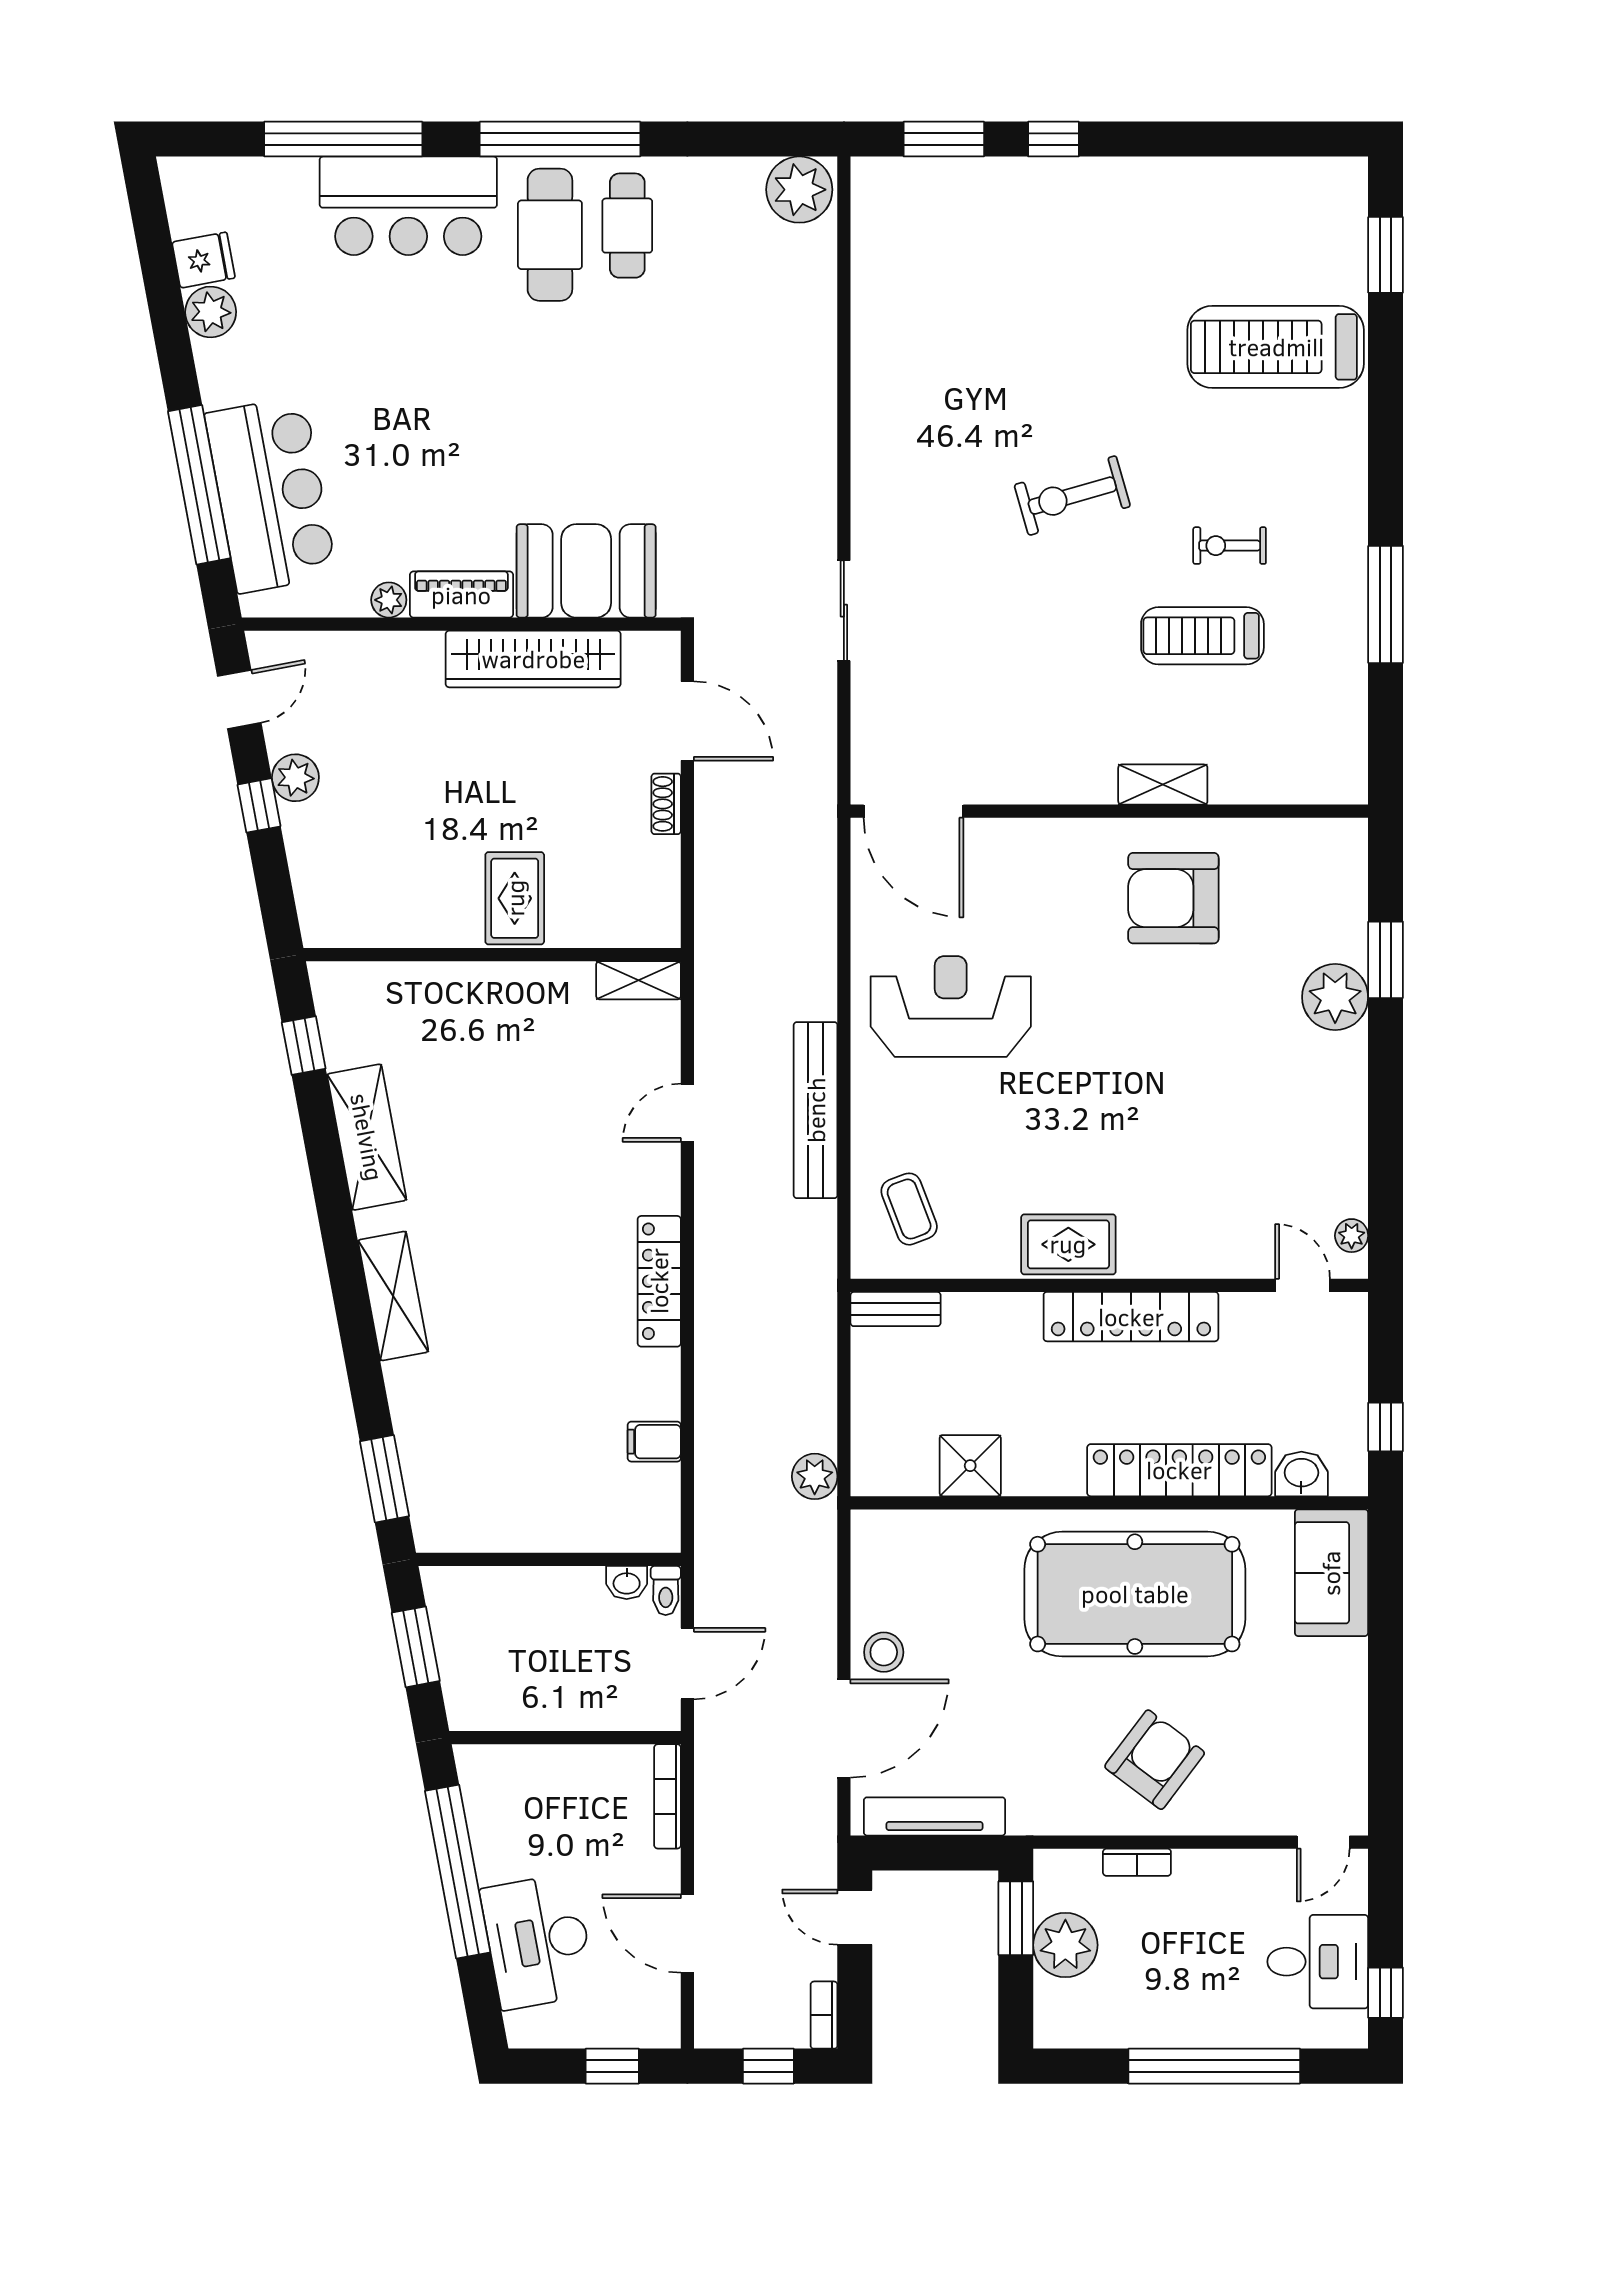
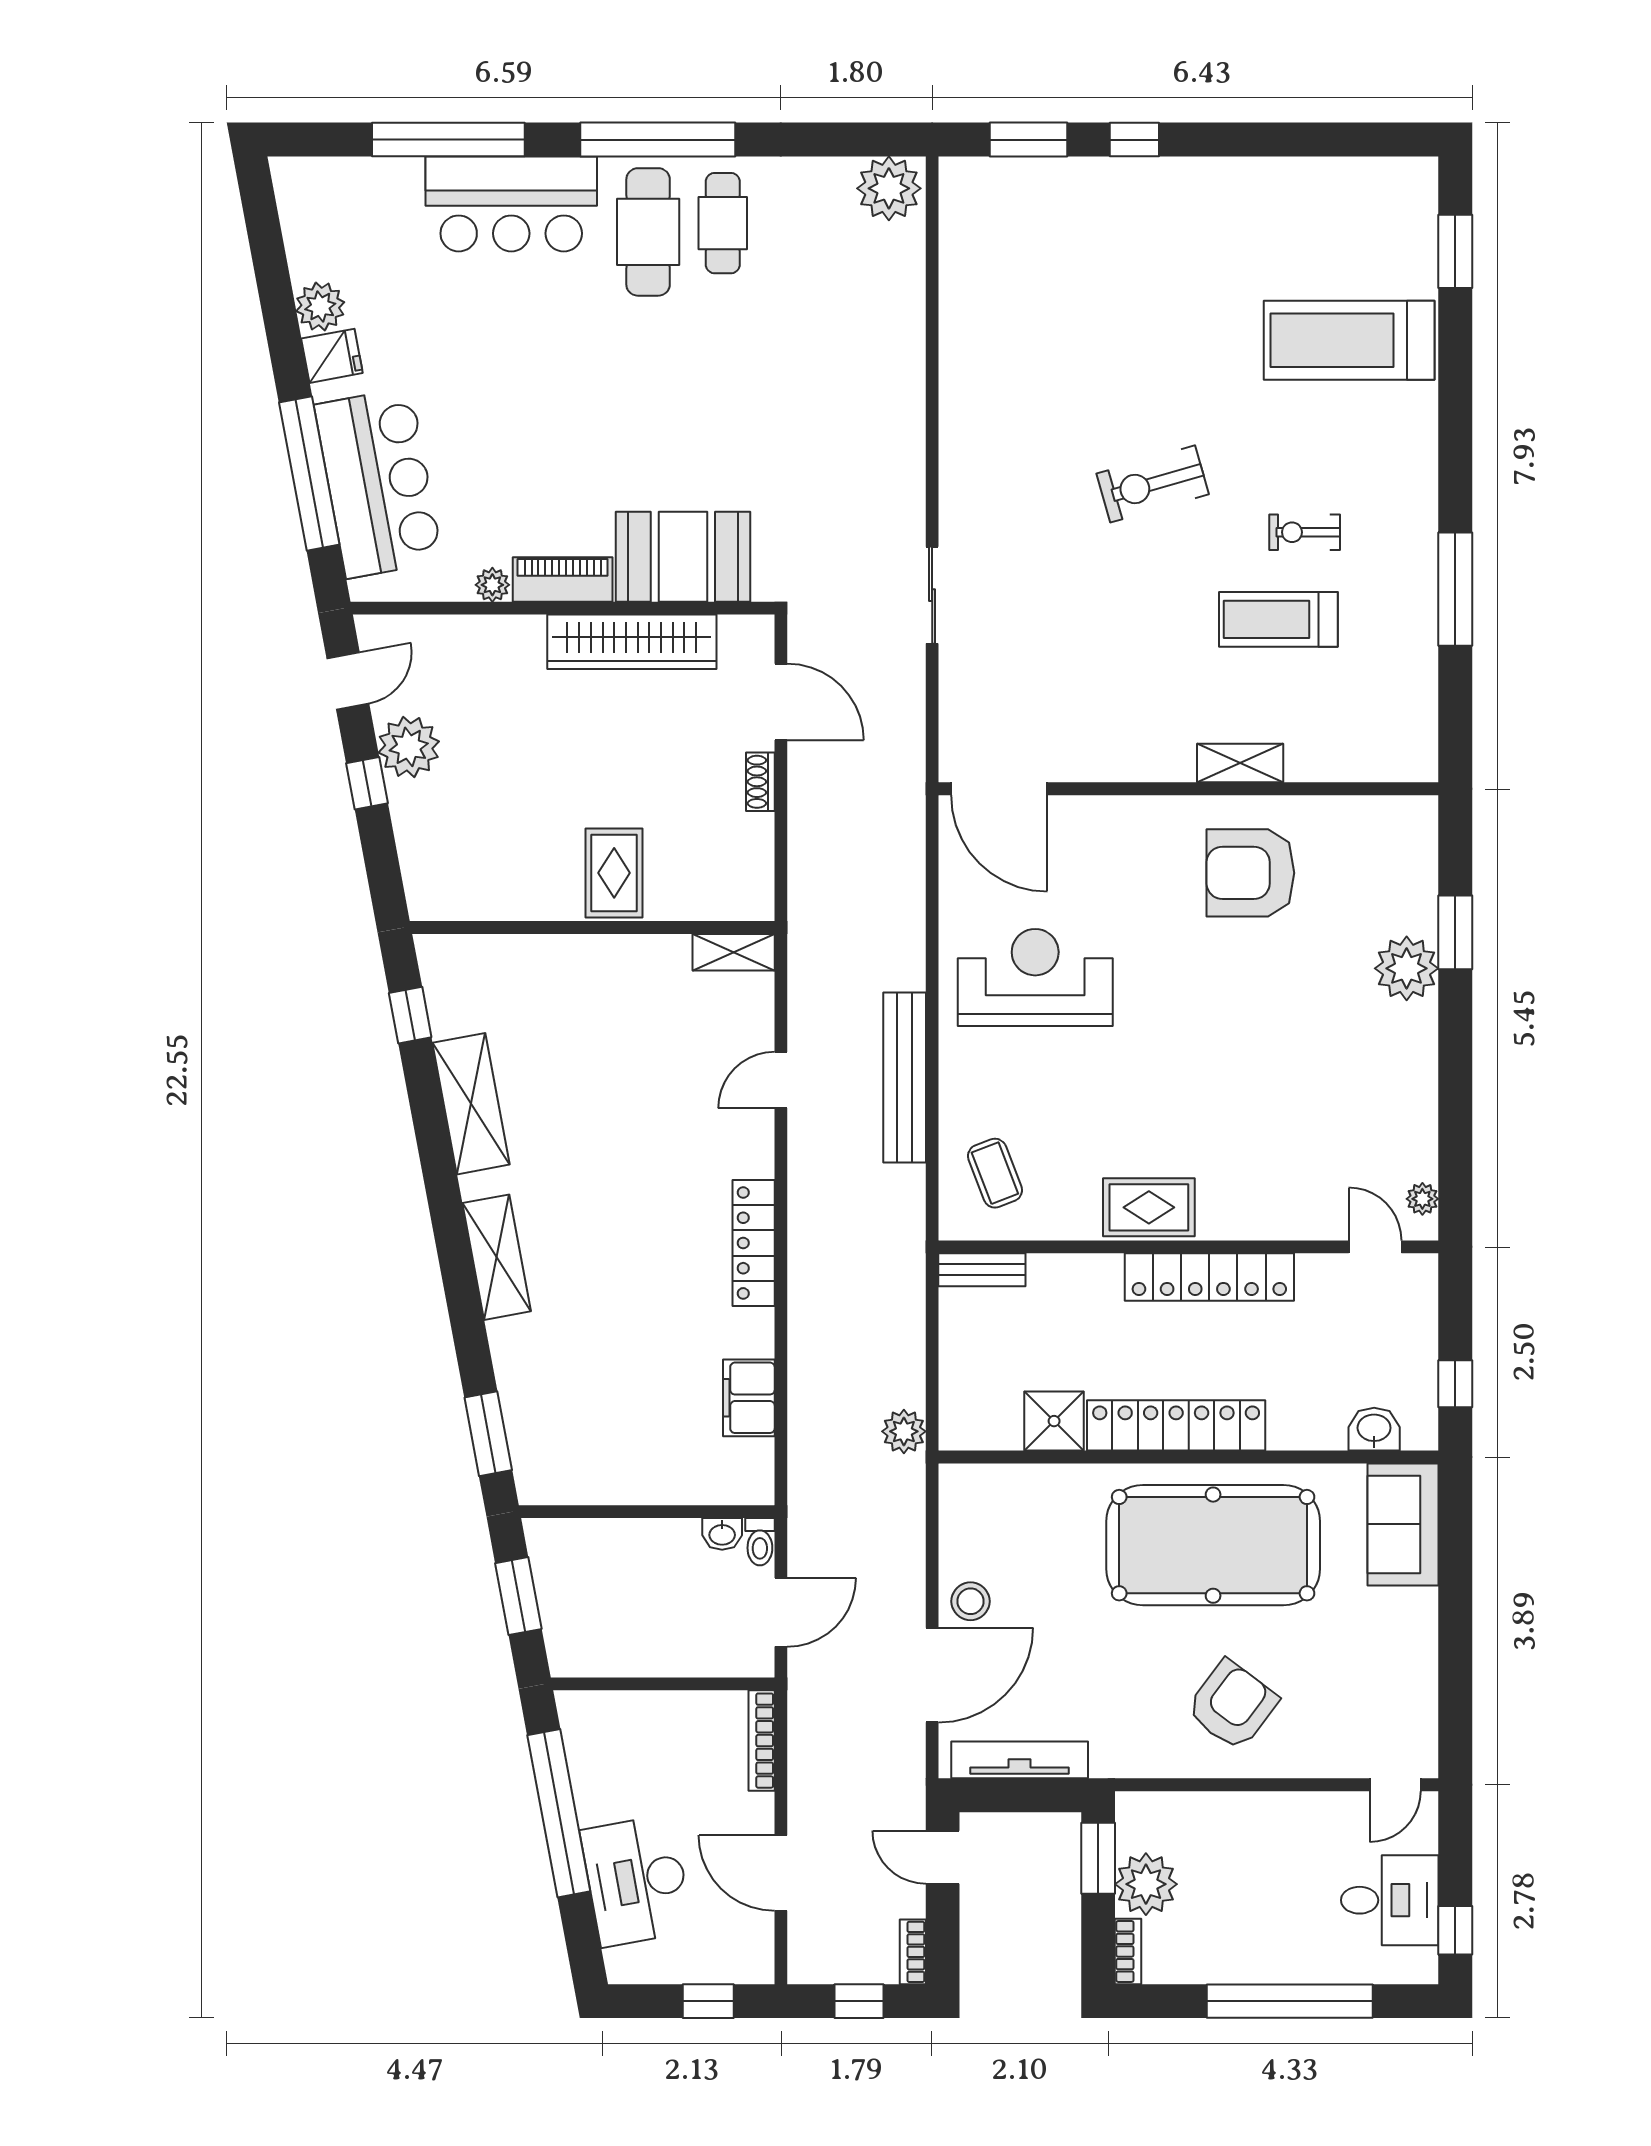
fridge: (204, 260) -> (332, 356), moved
plant: (295, 778) -> (409, 747), width x1.36, depth x1.36
filing cabinet: (654, 1442) -> (749, 1398), width x2.00
locker: (1179, 1470) -> (1176, 1425), moved
bookcase: (1137, 1862) -> (1128, 1951), moved, turned -90

